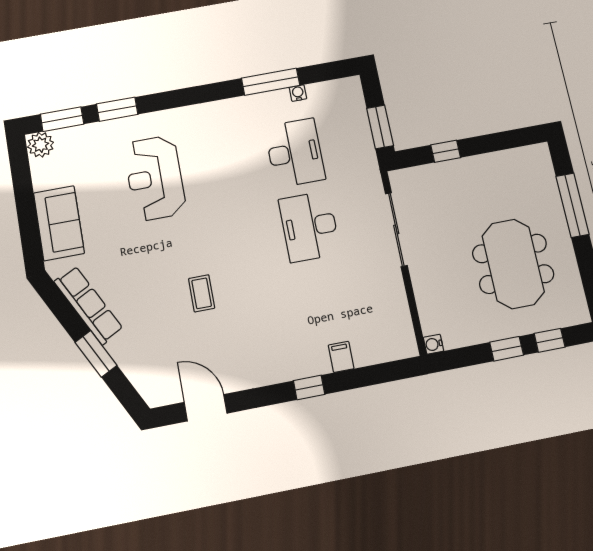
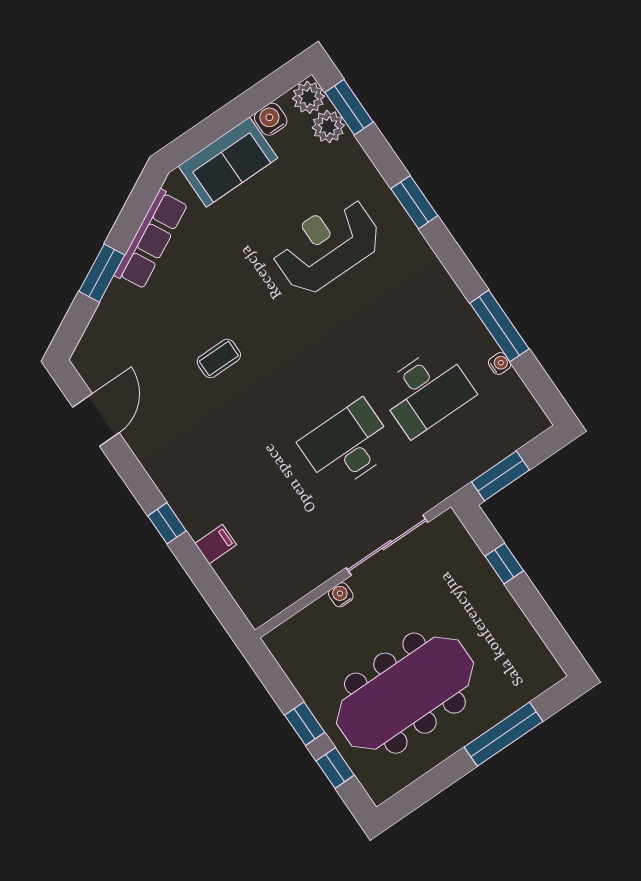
window: (117, 109) -> (414, 202), moved
plant: (69, 140) -> (328, 127), added
water cooler: (43, 179) -> (271, 119), added
meeting table: (513, 264) -> (405, 693), width x1.36
water cooler: (433, 344) -> (341, 595), moved

